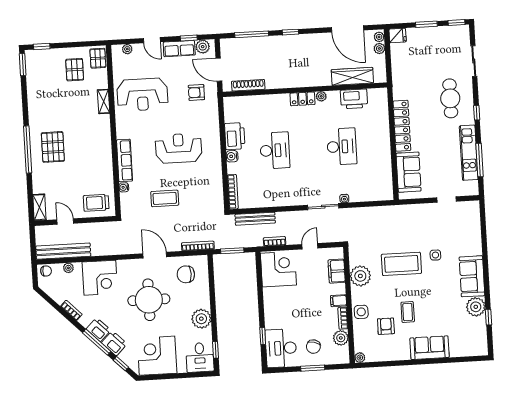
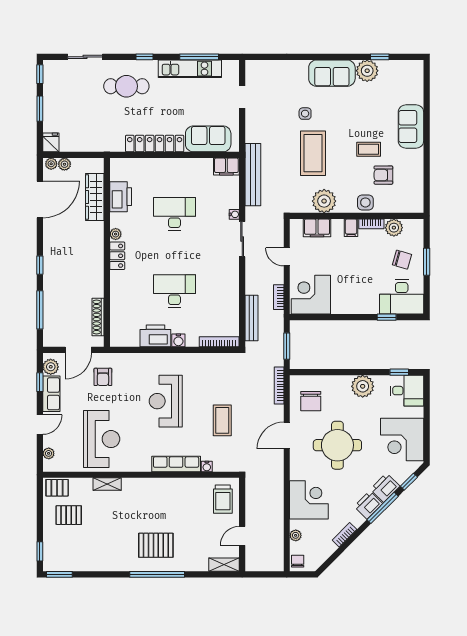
filing cabinet: (386, 189) -> (226, 166), added
bench: (63, 251) -> (253, 175), moved
plant: (360, 358) -> (418, 207), removed

